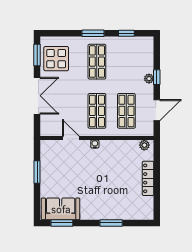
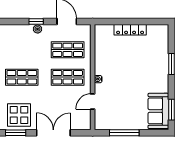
plant: (144, 145) -> (99, 33), removed
window: (37, 172) -> (124, 133), width x1.44

